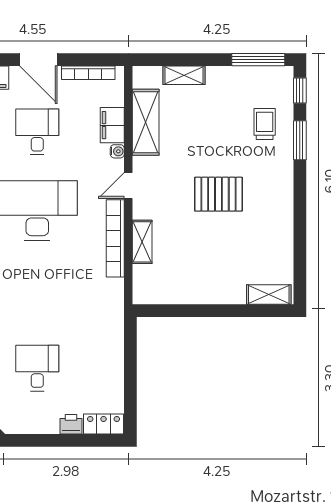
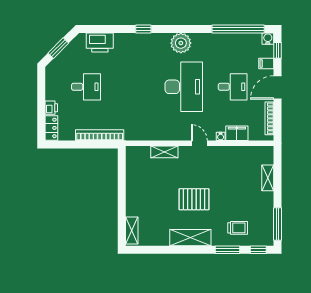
shelving: (146, 122) -> (190, 238), moved
pallet: (218, 194) -> (194, 199), turned 90
bookcase: (115, 238) -> (100, 135), moved

